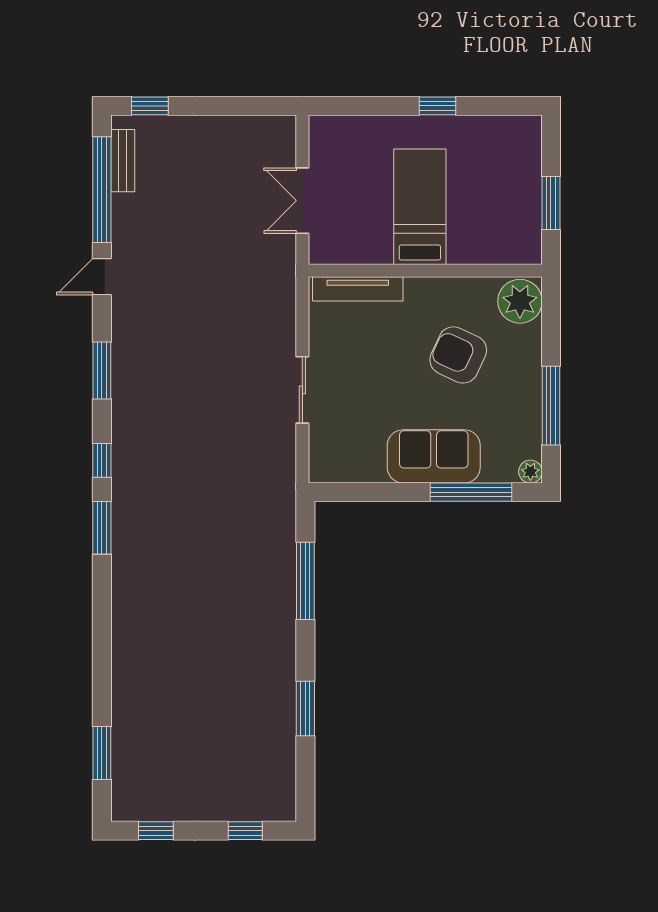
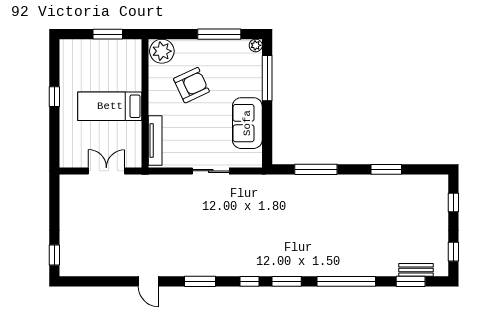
bench: (123, 161) -> (416, 270), moved
window: (102, 190) -> (346, 281), moved
double door: (302, 201) -> (106, 171), swing flipped
armchair: (458, 355) -> (191, 85), turned -140
sofa: (434, 456) -> (247, 123), moved

